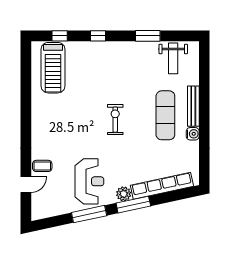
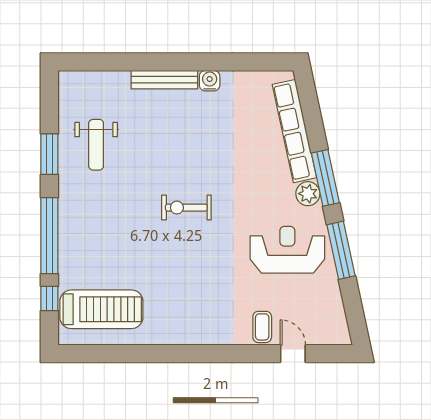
window: (98, 36) -> (49, 236), width x3.17
weight bench: (173, 58) -> (96, 145), moved, turned 90
exercise mat: (165, 115) -> (179, 125), removed

